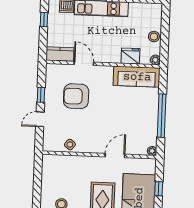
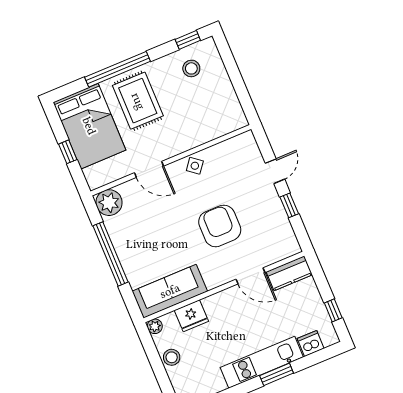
armchair: (76, 96) -> (220, 226), moved, turned -90
side table: (70, 145) -> (195, 166), moved
plant: (152, 151) -> (109, 203), width x1.88, depth x1.88
door: (115, 156) -> (149, 169), hinge flipped

